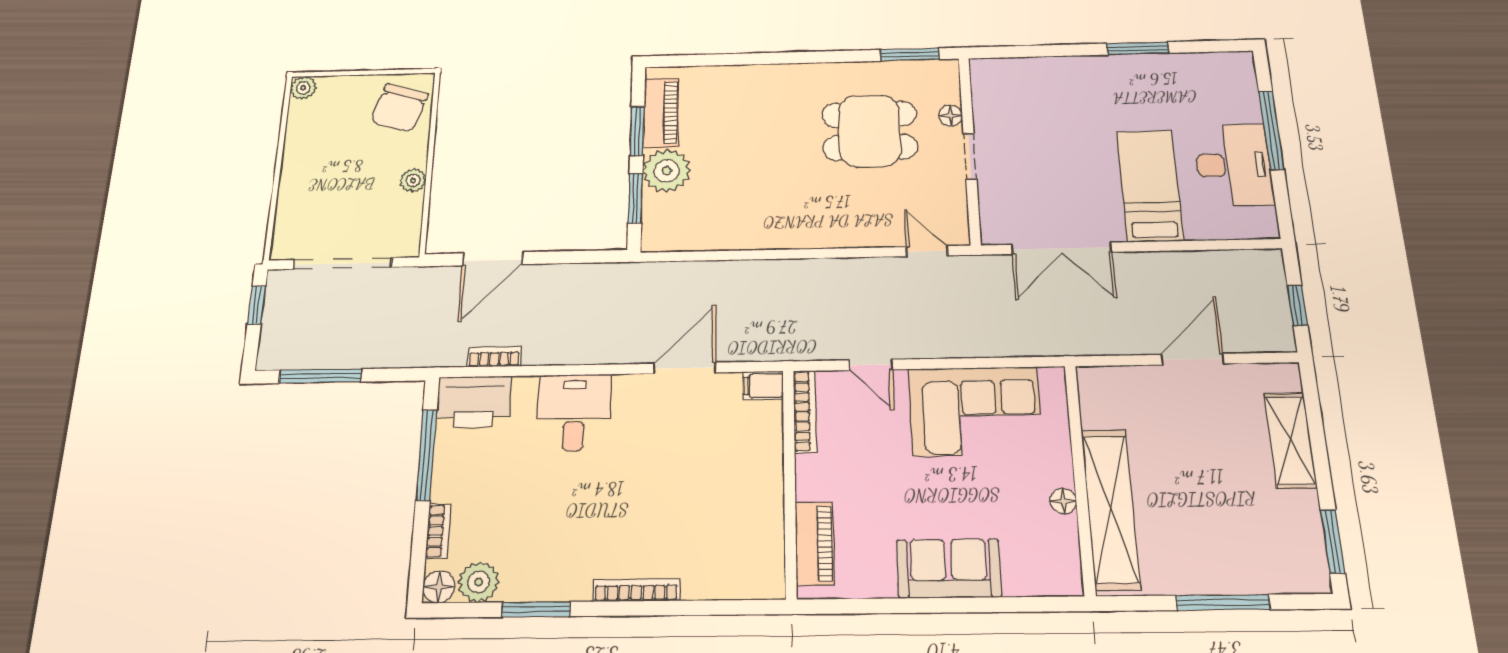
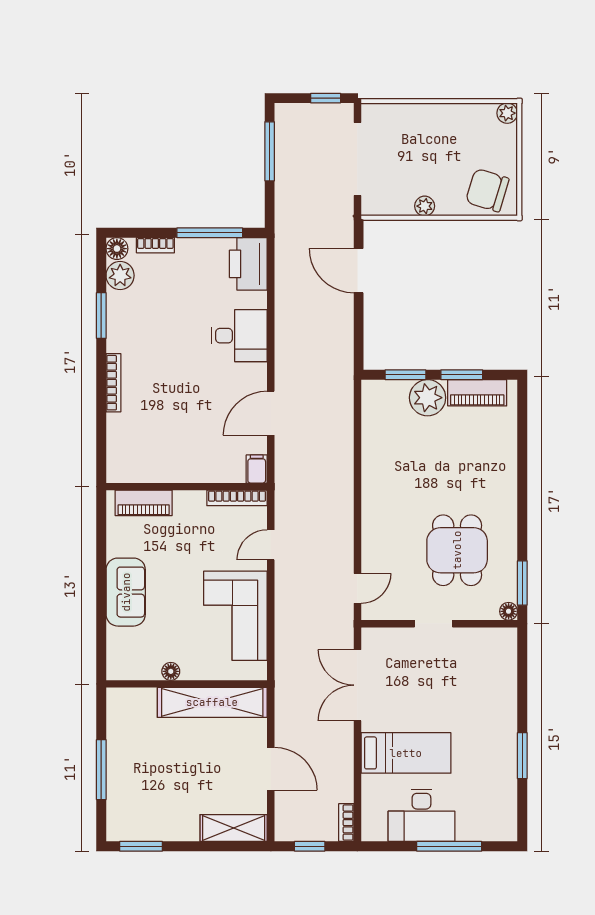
floor lamp: (951, 116) -> (509, 611), moved
bookcase: (494, 357) -> (346, 823), moved, turned 180
door: (684, 368) -> (271, 413), swing flipped
shelving: (1290, 440) -> (234, 828), moved
shelving: (1110, 509) -> (212, 702), moved

